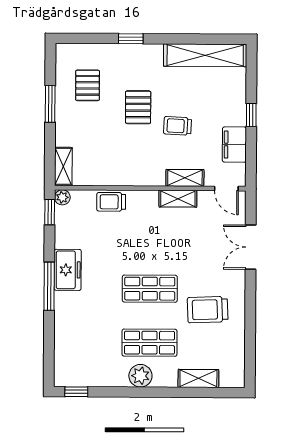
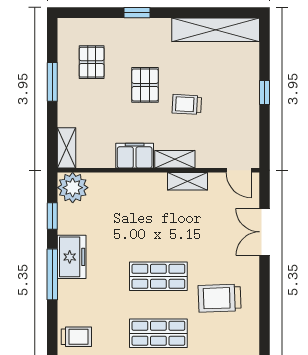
filing cabinet: (234, 145) -> (135, 156), moved, turned 90
shelving: (185, 178) -> (175, 159), moved
plant: (62, 197) -> (73, 188), width x1.87, depth x1.87
trolley: (111, 202) -> (76, 337), moved, turned 180
window: (50, 212) -> (52, 216), moved

